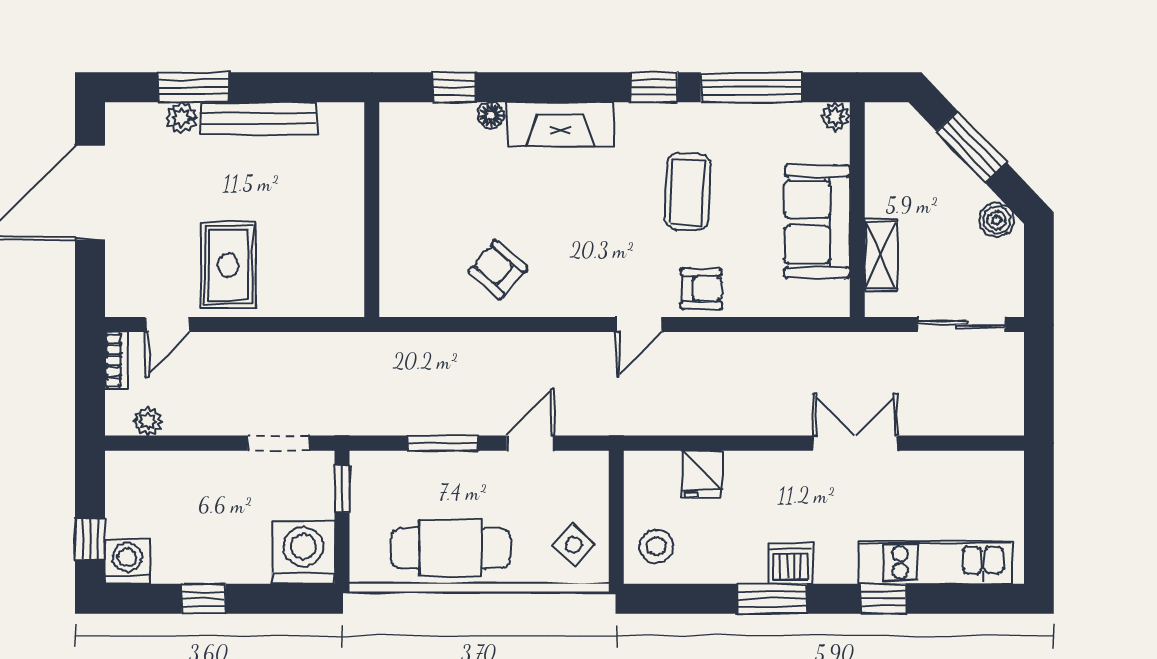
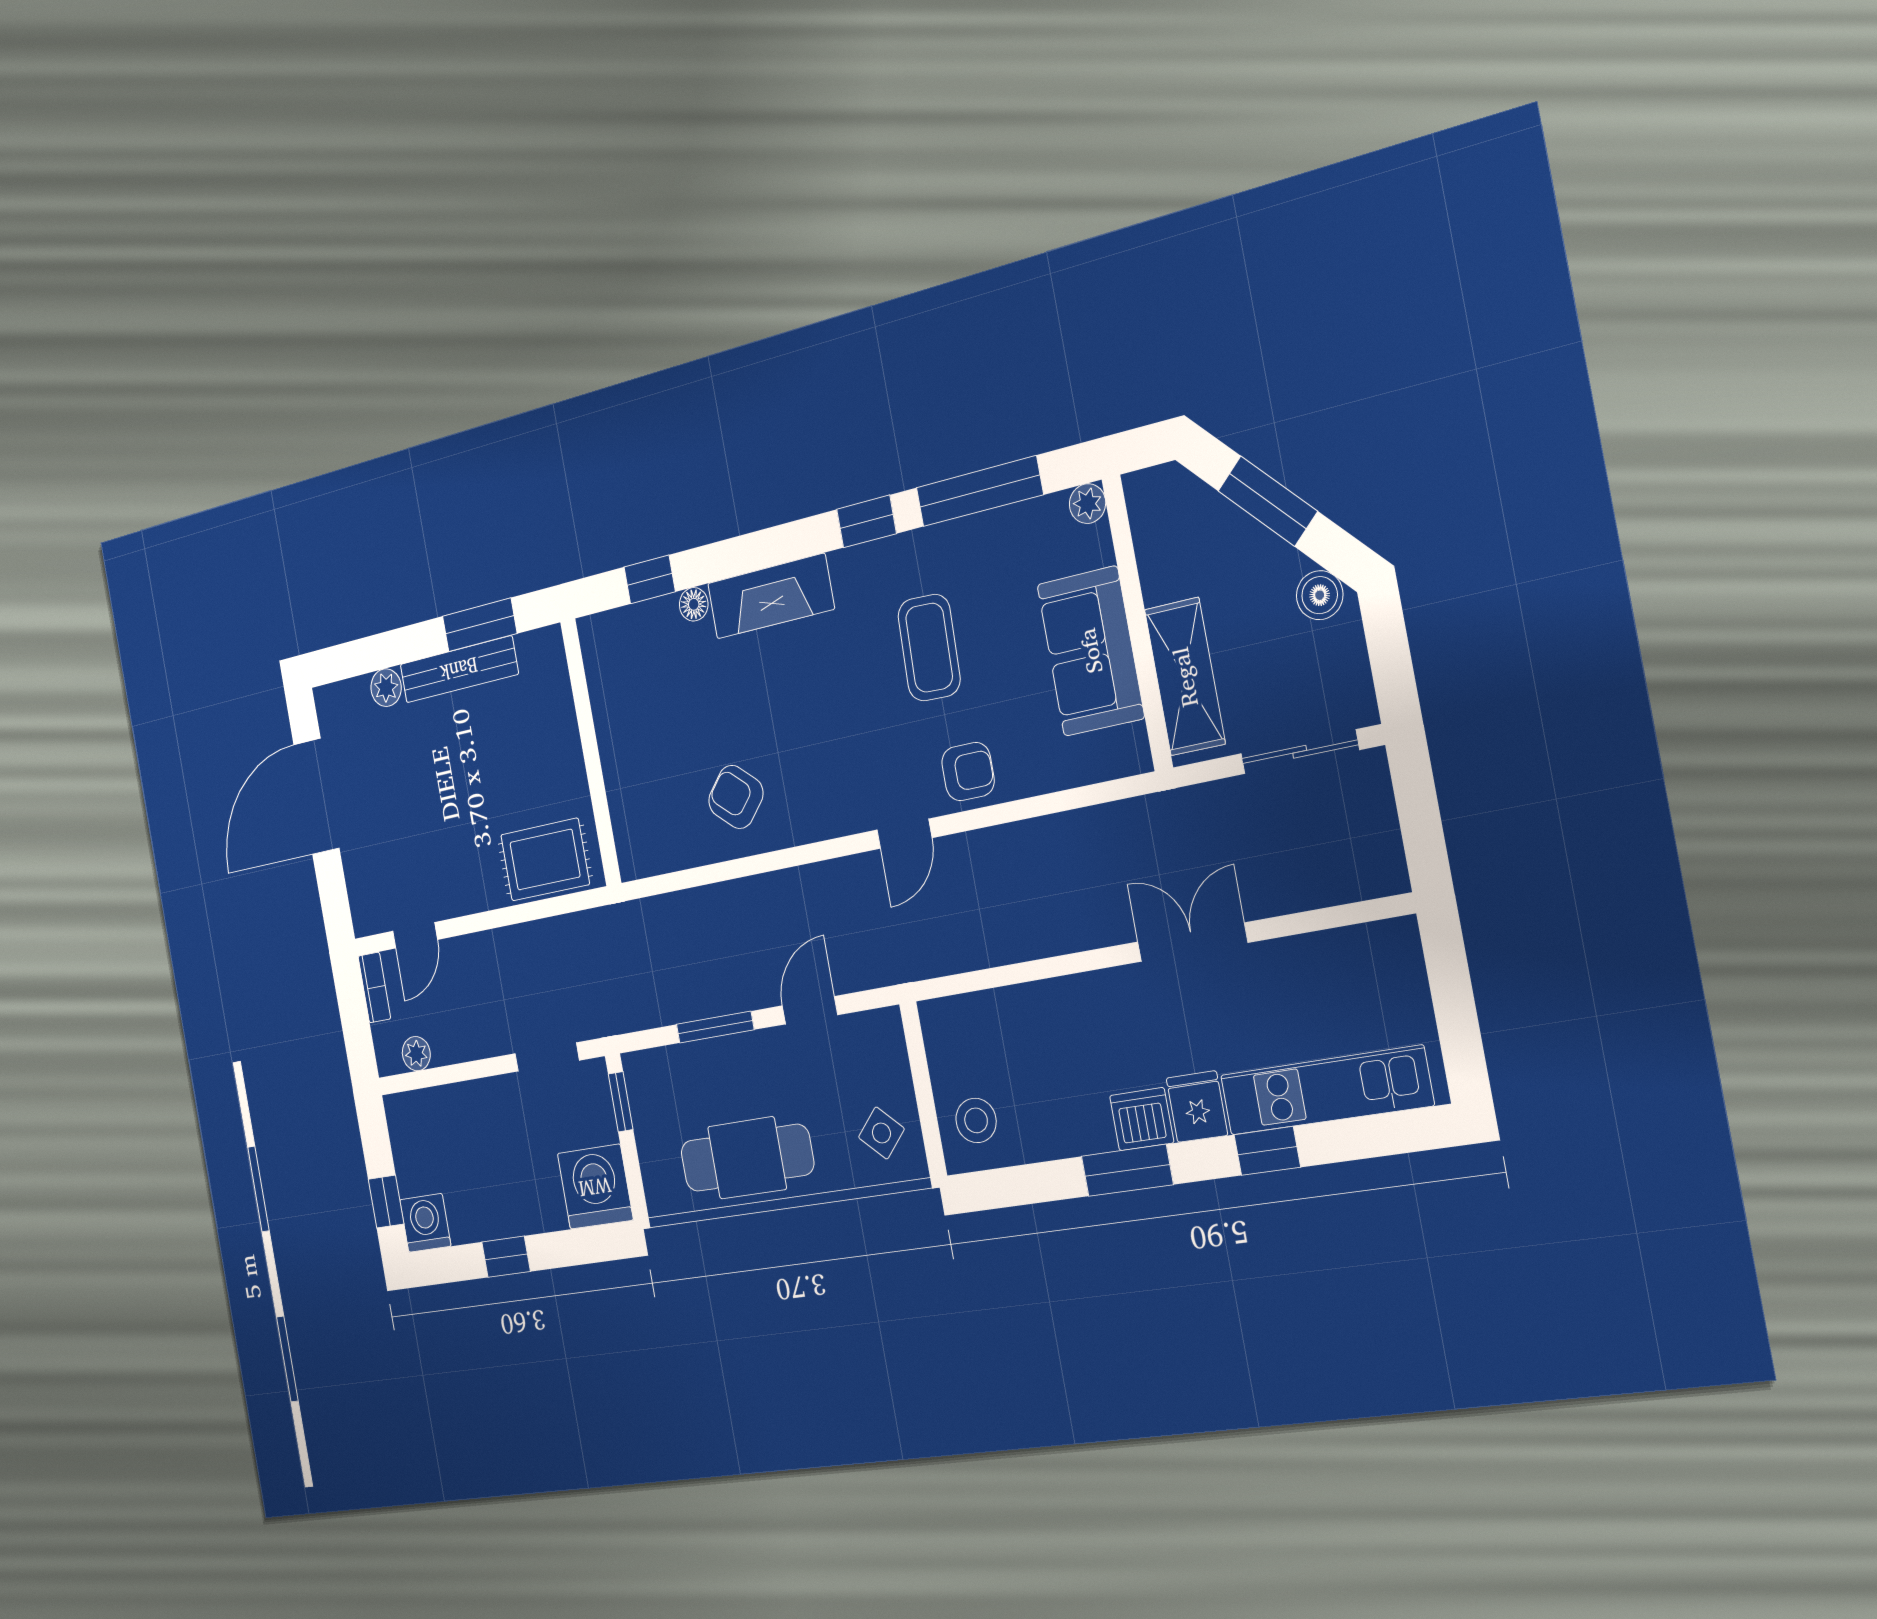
window: (193, 87) -> (480, 625), moved
shelving: (881, 255) -> (1185, 677), width x1.50, depth x1.33
rug: (228, 265) -> (545, 860), moved, turned 90
fridge: (702, 474) -> (1197, 1107), moved, turned 180

